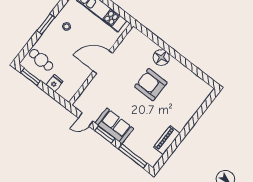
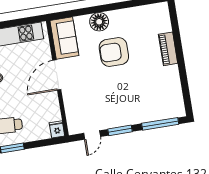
fridge: (54, 83) -> (57, 129), moved
sofa: (114, 126) -> (64, 38), moved, turned 90
piano: (167, 140) -> (168, 49), moved

